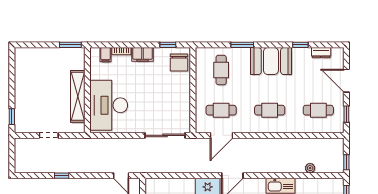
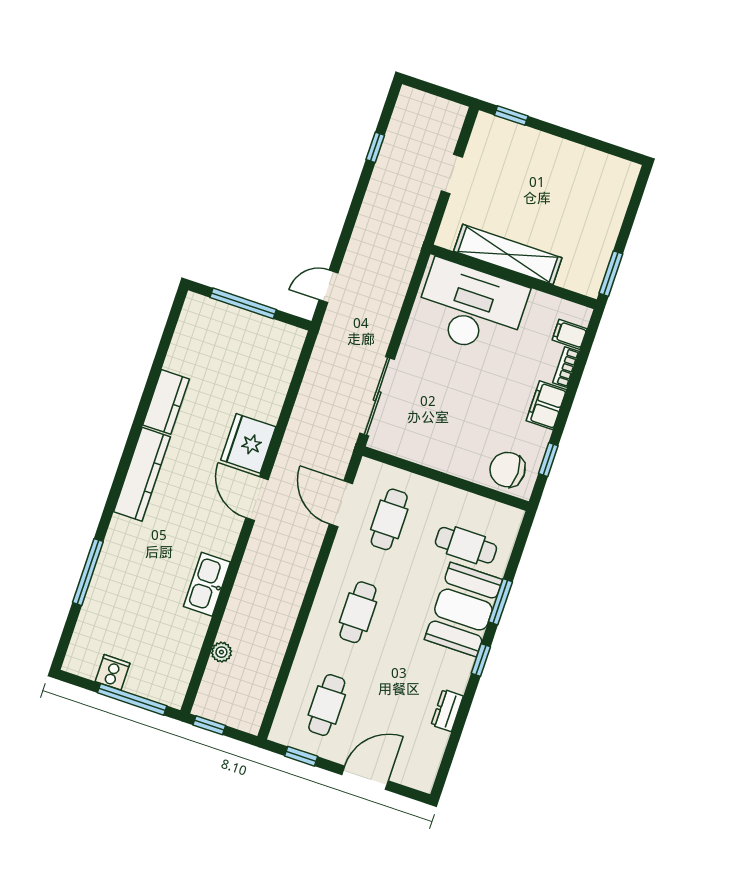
window: (300, 45) -> (481, 660), moved
dresser: (321, 53) -> (447, 710), moved
booth: (271, 61) -> (463, 610), moved
window: (62, 176) -> (375, 147), moved

